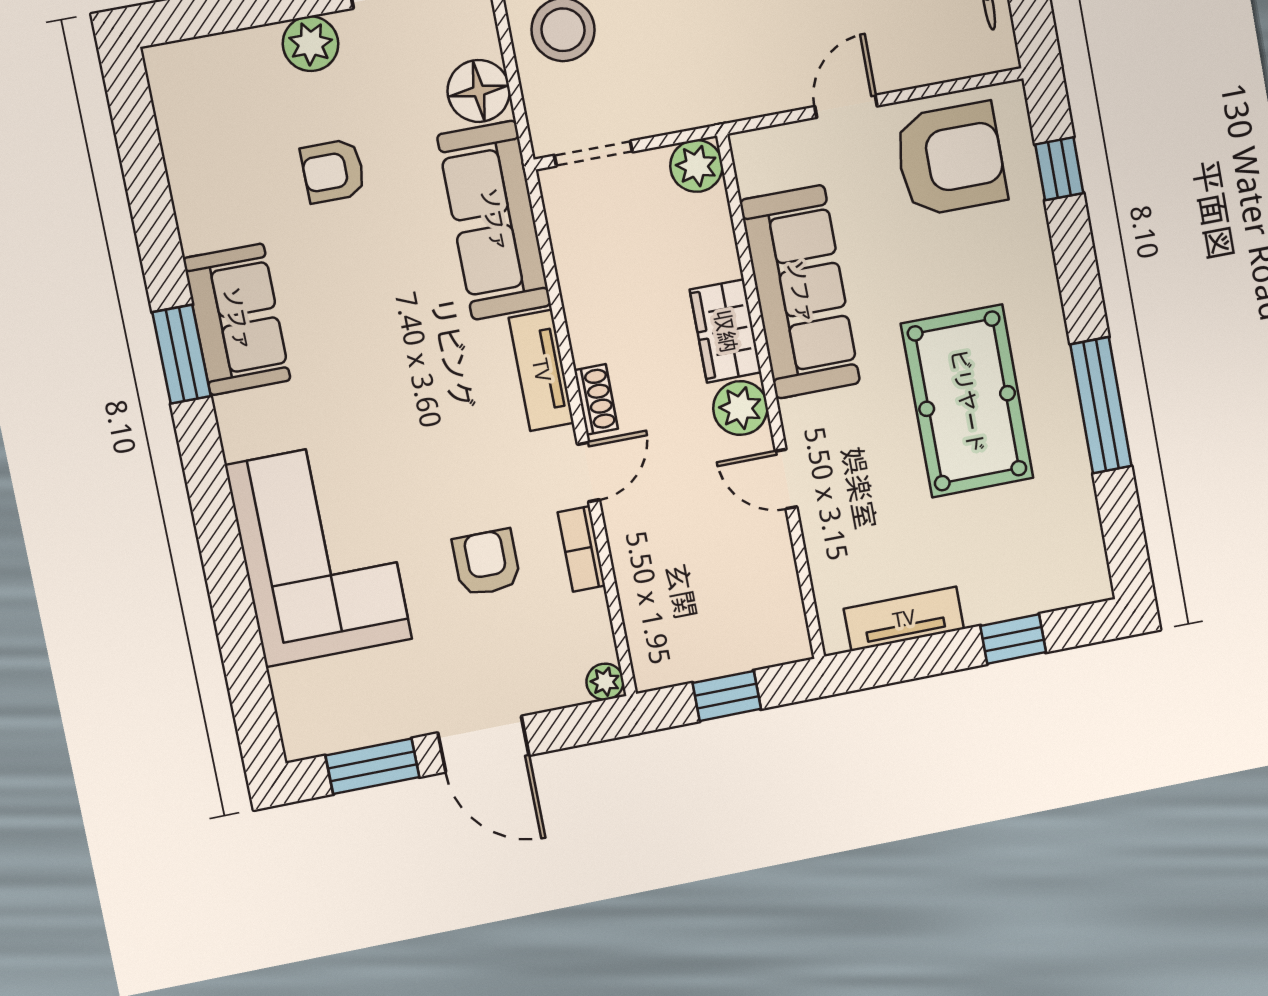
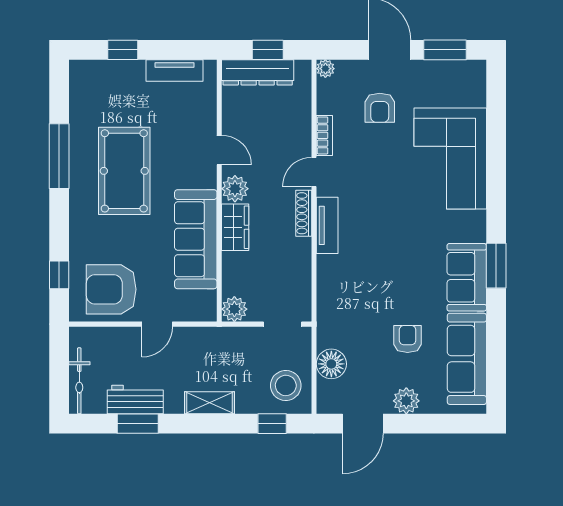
armchair: (333, 171) -> (408, 339), turned -90
sofa: (494, 220) -> (467, 359), moved, turned 180
shoe rack: (596, 399) -> (304, 213), width x1.43
armchair: (486, 563) -> (380, 108), moved
dresser: (738, 648) -> (258, 72), added

